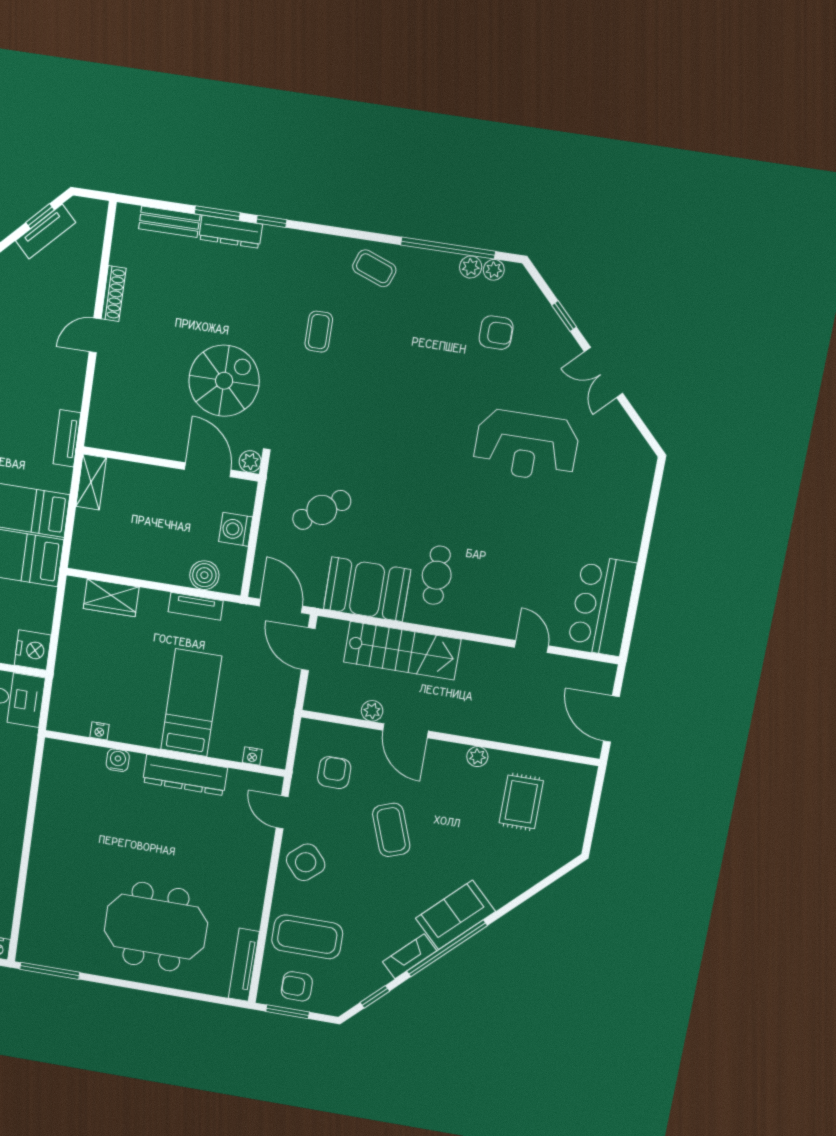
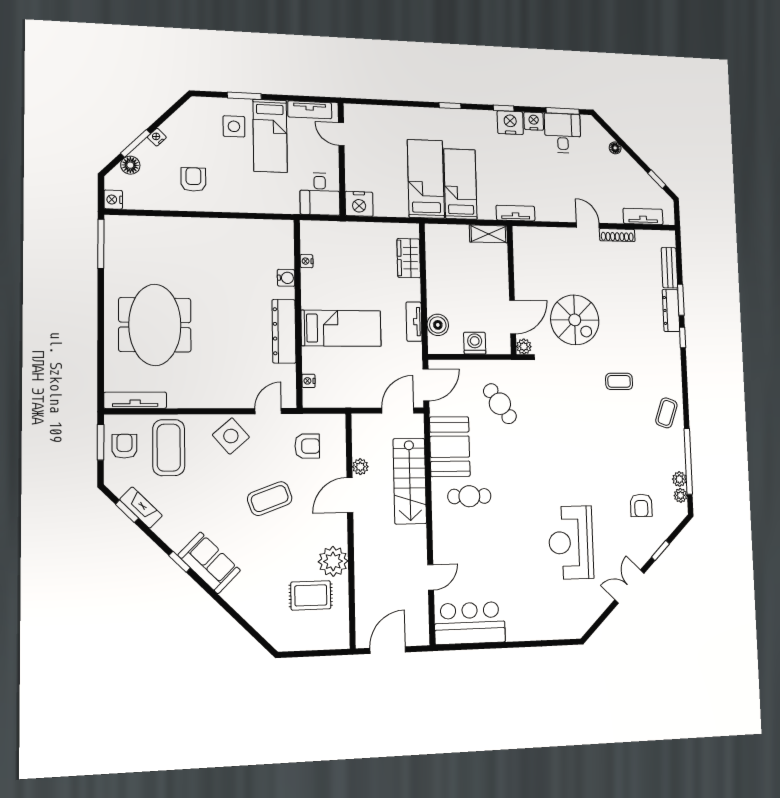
tv unit: (46, 232) -> (643, 216), moved, turned 135
plant: (477, 757) -> (333, 561), width x1.87, depth x1.87
window: (447, 948) -> (180, 562), width x0.32
fireplace: (410, 956) -> (141, 508), moved

